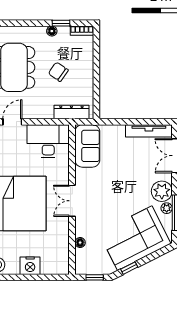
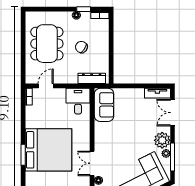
tv unit: (149, 131) -> (157, 93), width x0.71
desk: (48, 141) -> (78, 101), width x0.73
double door: (72, 201) -> (92, 163), moved

